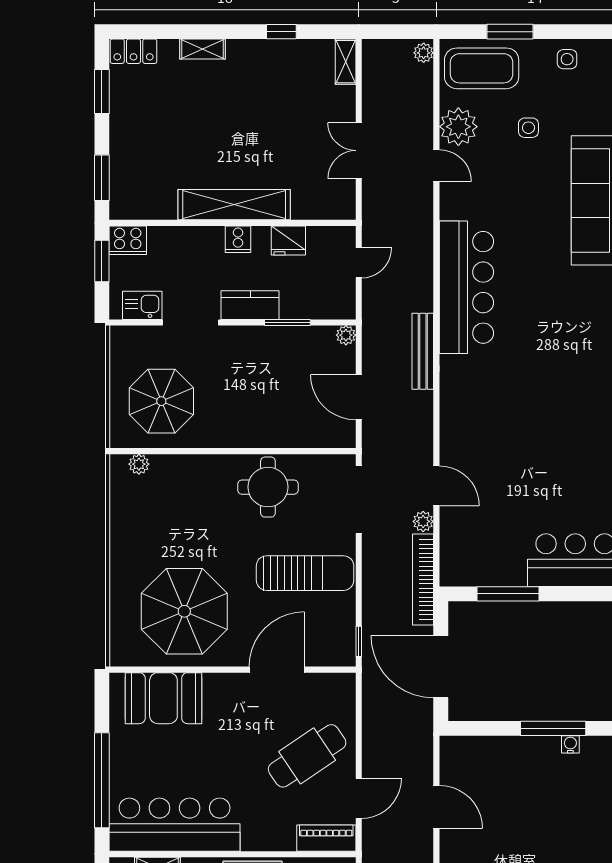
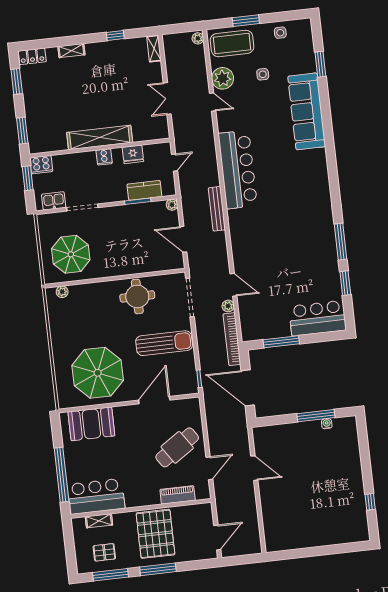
kitchen counter: (250, 305) -> (144, 190), moved
bar counter: (175, 825) -> (96, 496), width x0.73
piano: (326, 838) -> (178, 495), moved

